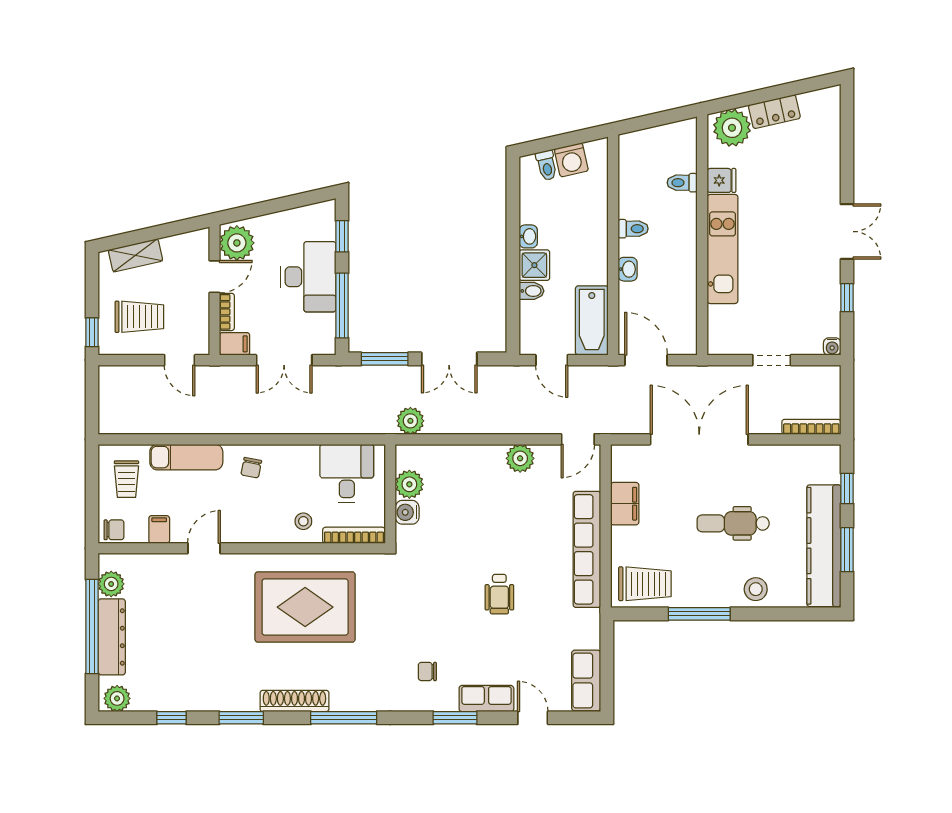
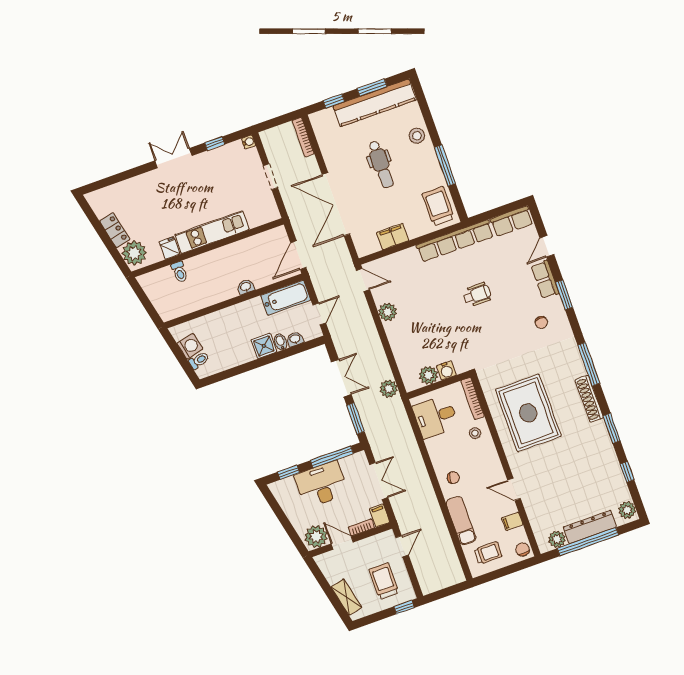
toilet: (633, 229) -> (219, 292), removed
washbasin: (528, 236) -> (295, 339), moved
row of seats: (587, 549) -> (455, 241), moved

